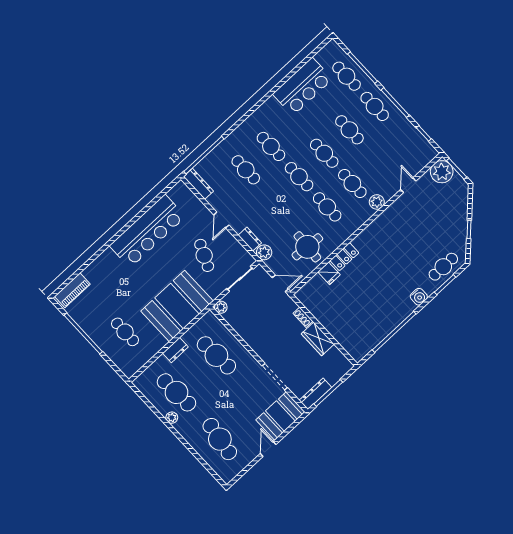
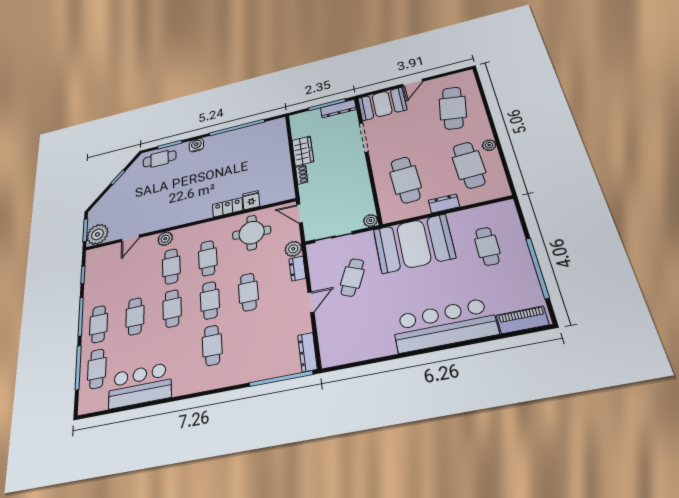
cafe table: (246, 170) -> (248, 292), moved
bar counter: (148, 231) -> (444, 325), moved

